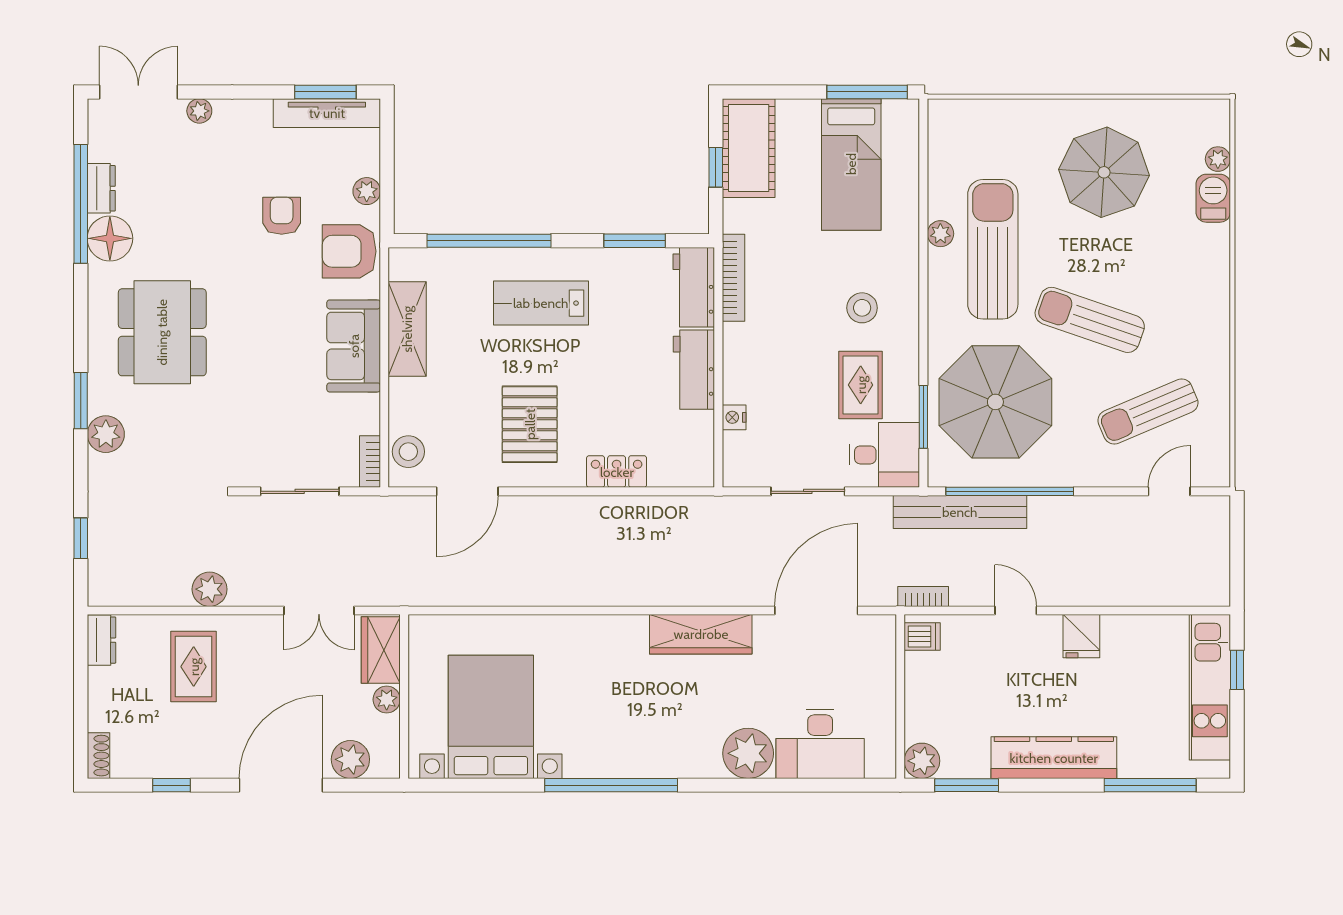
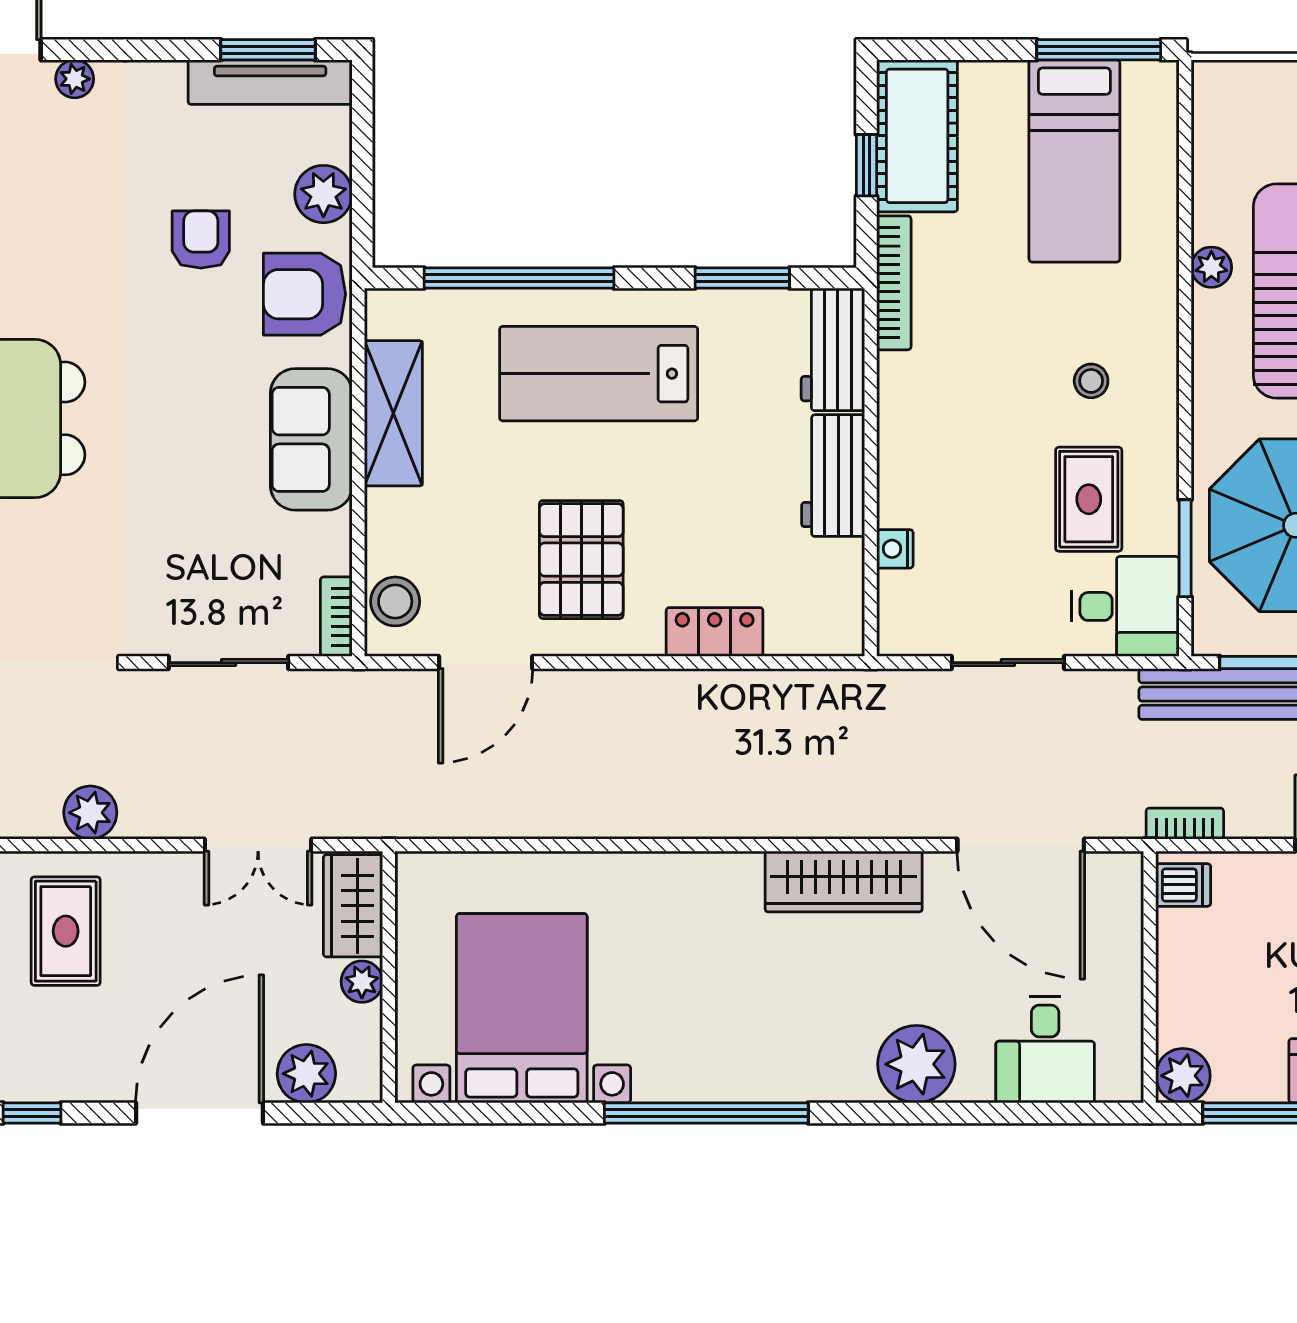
plant: (367, 191) -> (323, 194), width x1.38, depth x1.38
bookcase: (733, 278) -> (894, 283), moved
lab bench: (541, 303) -> (599, 374), width x1.36, depth x1.39
stool: (862, 308) -> (1091, 381), width x0.73, depth x0.73
door: (816, 611) -> (1021, 845), swing flipped
desk: (820, 744) -> (1045, 1050), width x0.73

